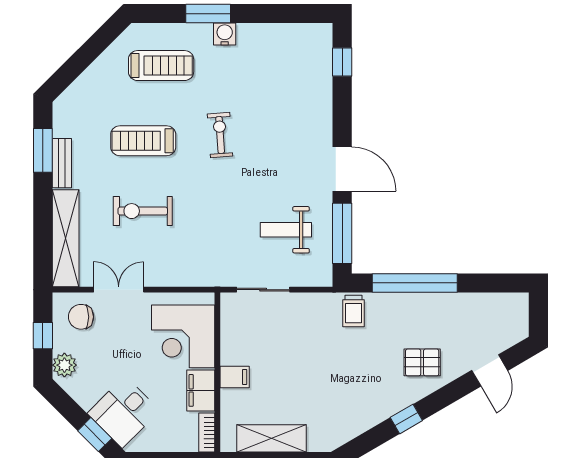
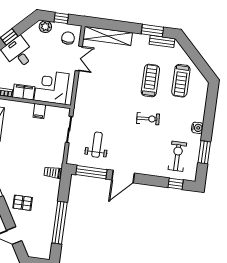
window: (208, 14) -> (204, 152), moved
treadmill: (161, 66) -> (181, 81), moved
bench: (62, 163) -> (162, 41), moved
exercise bike: (143, 211) -> (177, 156), moved
window: (415, 283) -> (60, 223), moved
pallet: (422, 362) -> (23, 203), turned 90
filing cabinet: (235, 377) -> (39, 111), moved

